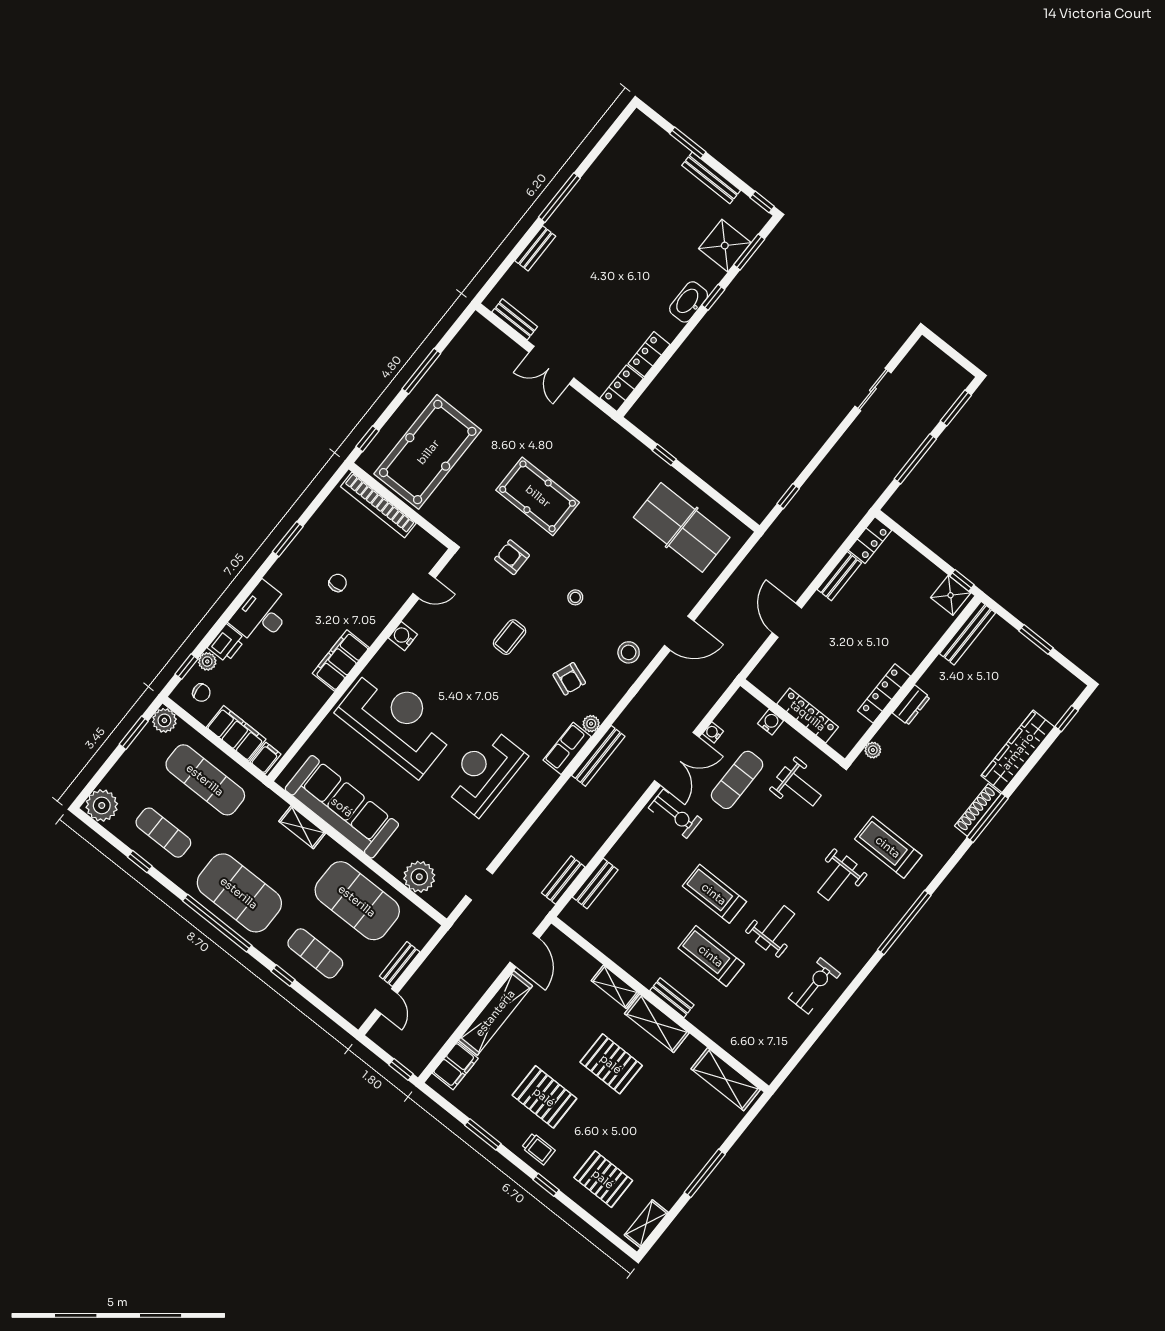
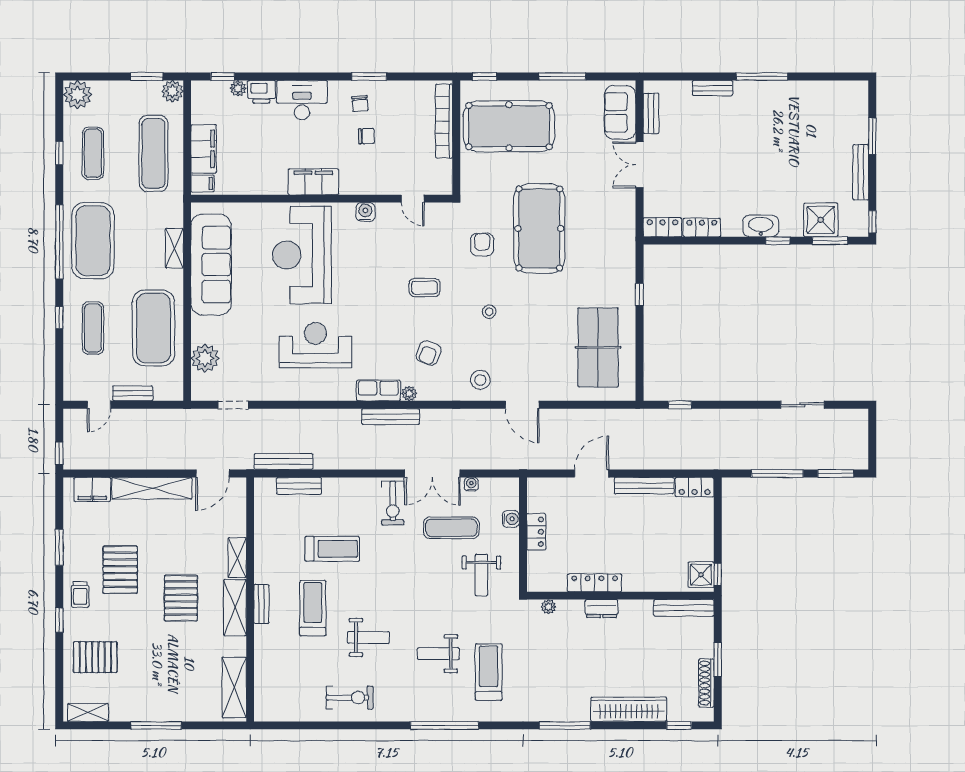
sofa: (492, 346) -> (620, 112), added
pool table: (538, 496) -> (539, 228), width x1.36, depth x1.32
bench: (839, 576) -> (644, 486), width x1.36
chair: (201, 693) -> (360, 104), moved
locker: (808, 716) -> (536, 532), width x0.66
reception desk: (396, 721) -> (302, 255), turned 180
shoe rack: (978, 810) -> (706, 683), moved, turned -90
bench: (563, 880) -> (284, 462), width x1.36
treadmill: (714, 894) -> (332, 549), moved, turned 90
pallet: (603, 1179) -> (95, 657), turned 90

